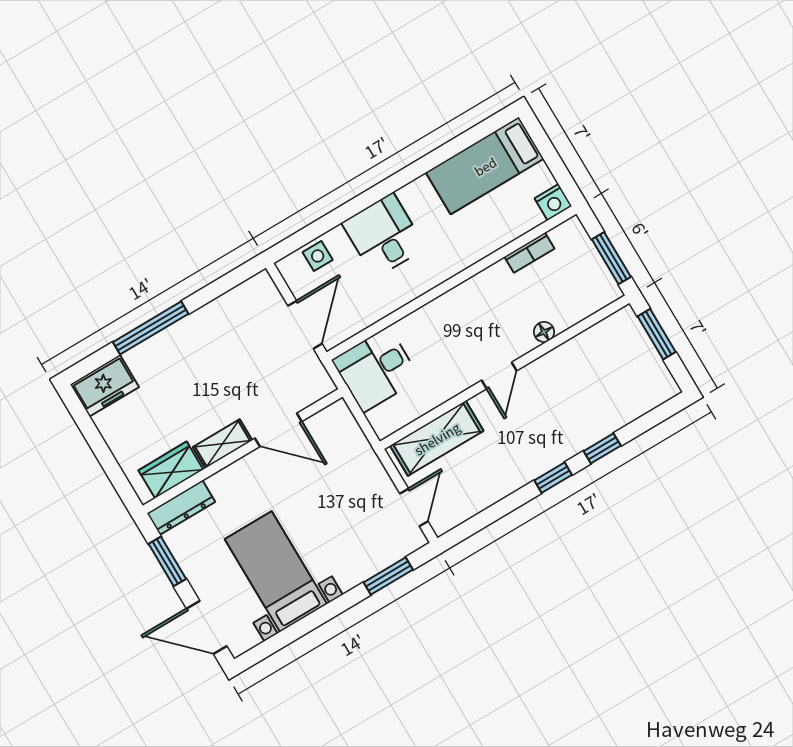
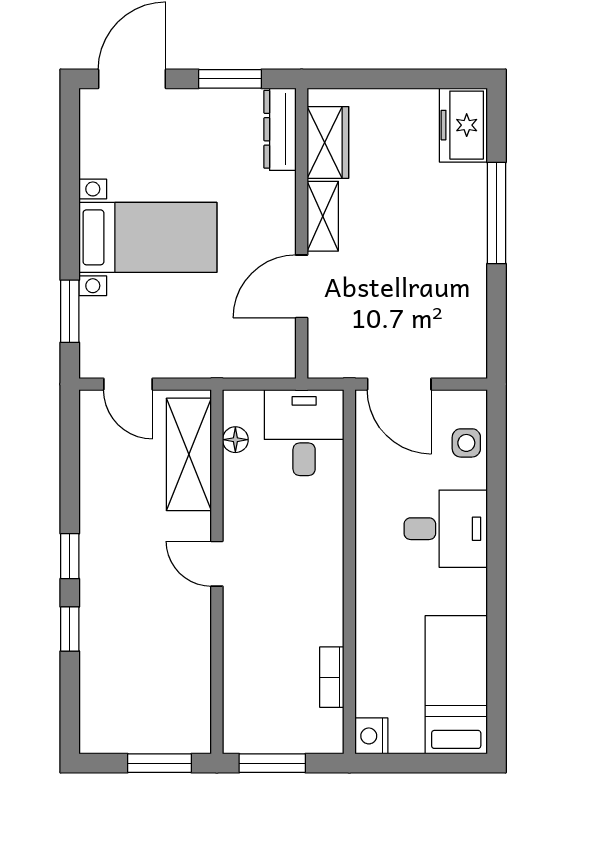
floor lamp: (544, 332) -> (235, 440), moved
bed with nightstands: (276, 572) -> (148, 237), moved

